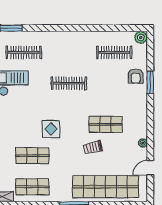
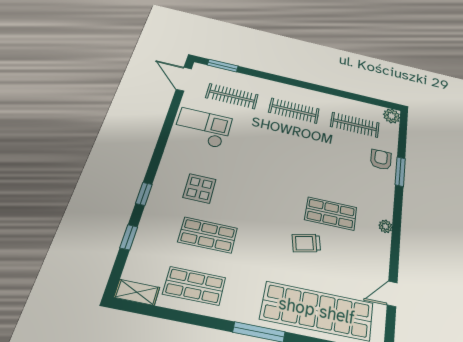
armchair: (136, 76) -> (381, 160), turned 180
clothes rail: (69, 83) -> (294, 111), moved
display table: (51, 129) -> (200, 188), moved
plant: (143, 143) -> (385, 226), moved

